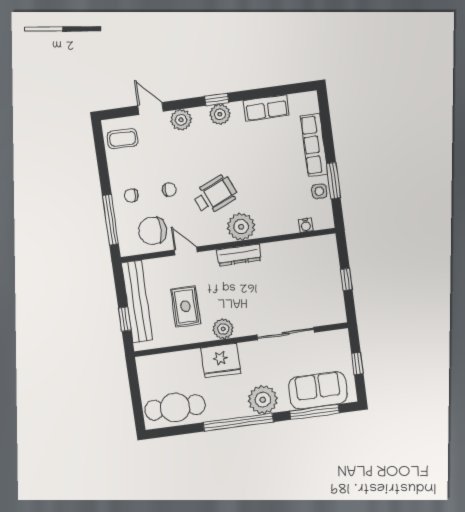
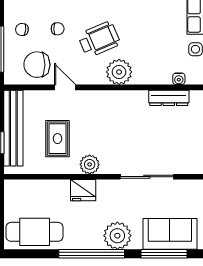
dresser: (239, 255) -> (169, 98), moved
fridge: (221, 361) -> (83, 190), width x0.73, depth x0.75

